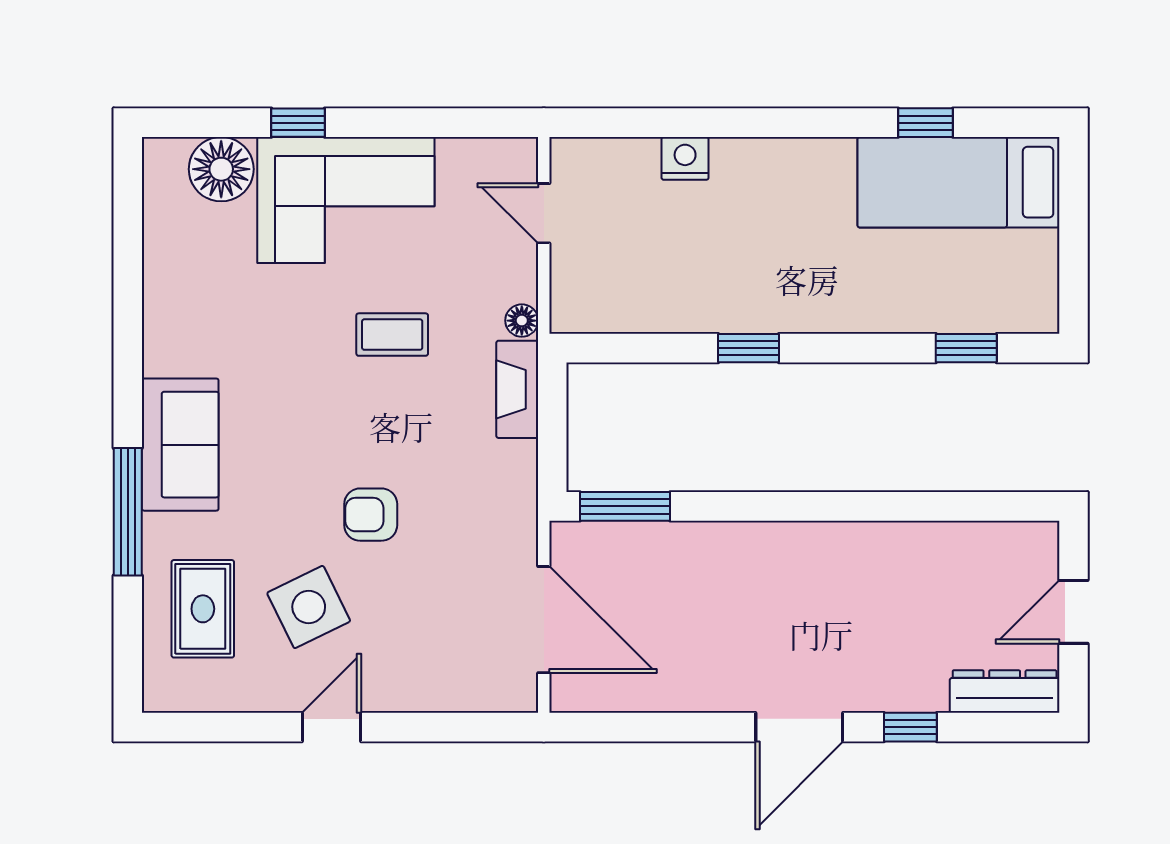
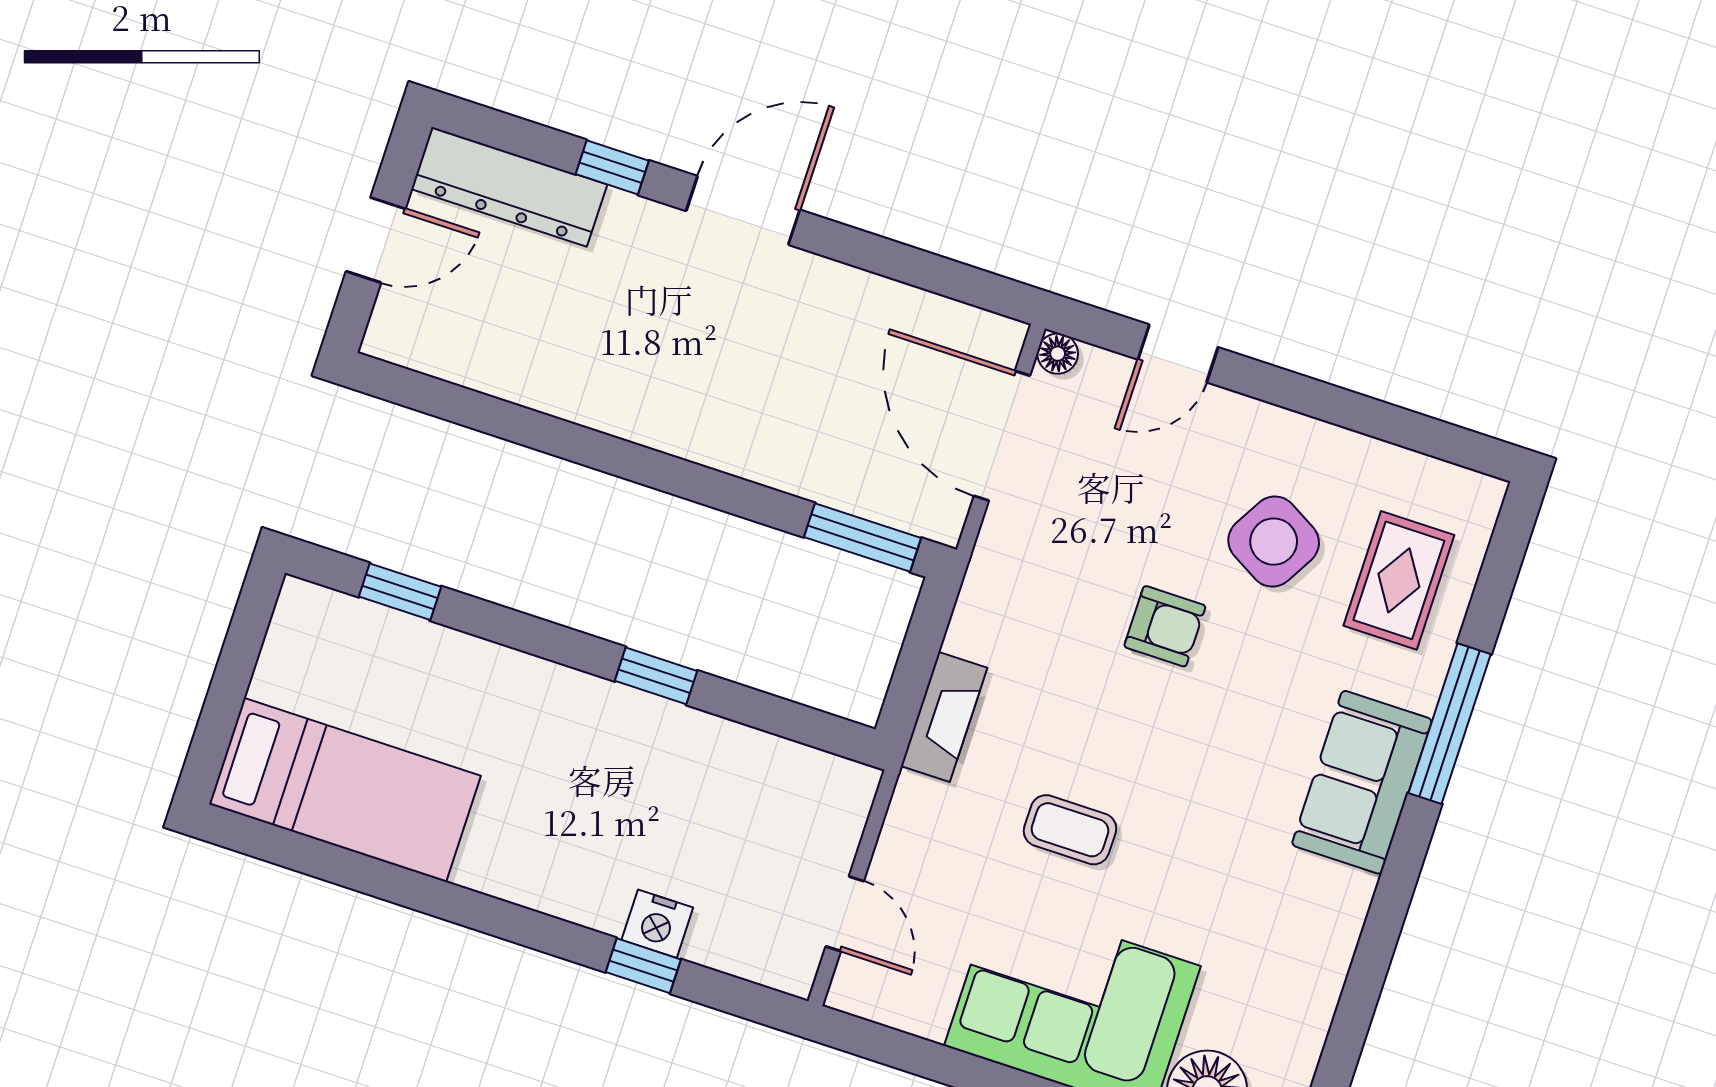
window: (926, 123) -> (643, 966), moved
floor lamp: (522, 321) -> (1058, 354), moved
side table: (309, 607) -> (1274, 542), turned -34
dresser: (1005, 692) -> (509, 187), width x1.37, depth x1.24
door: (332, 727) -> (1178, 353), moved

